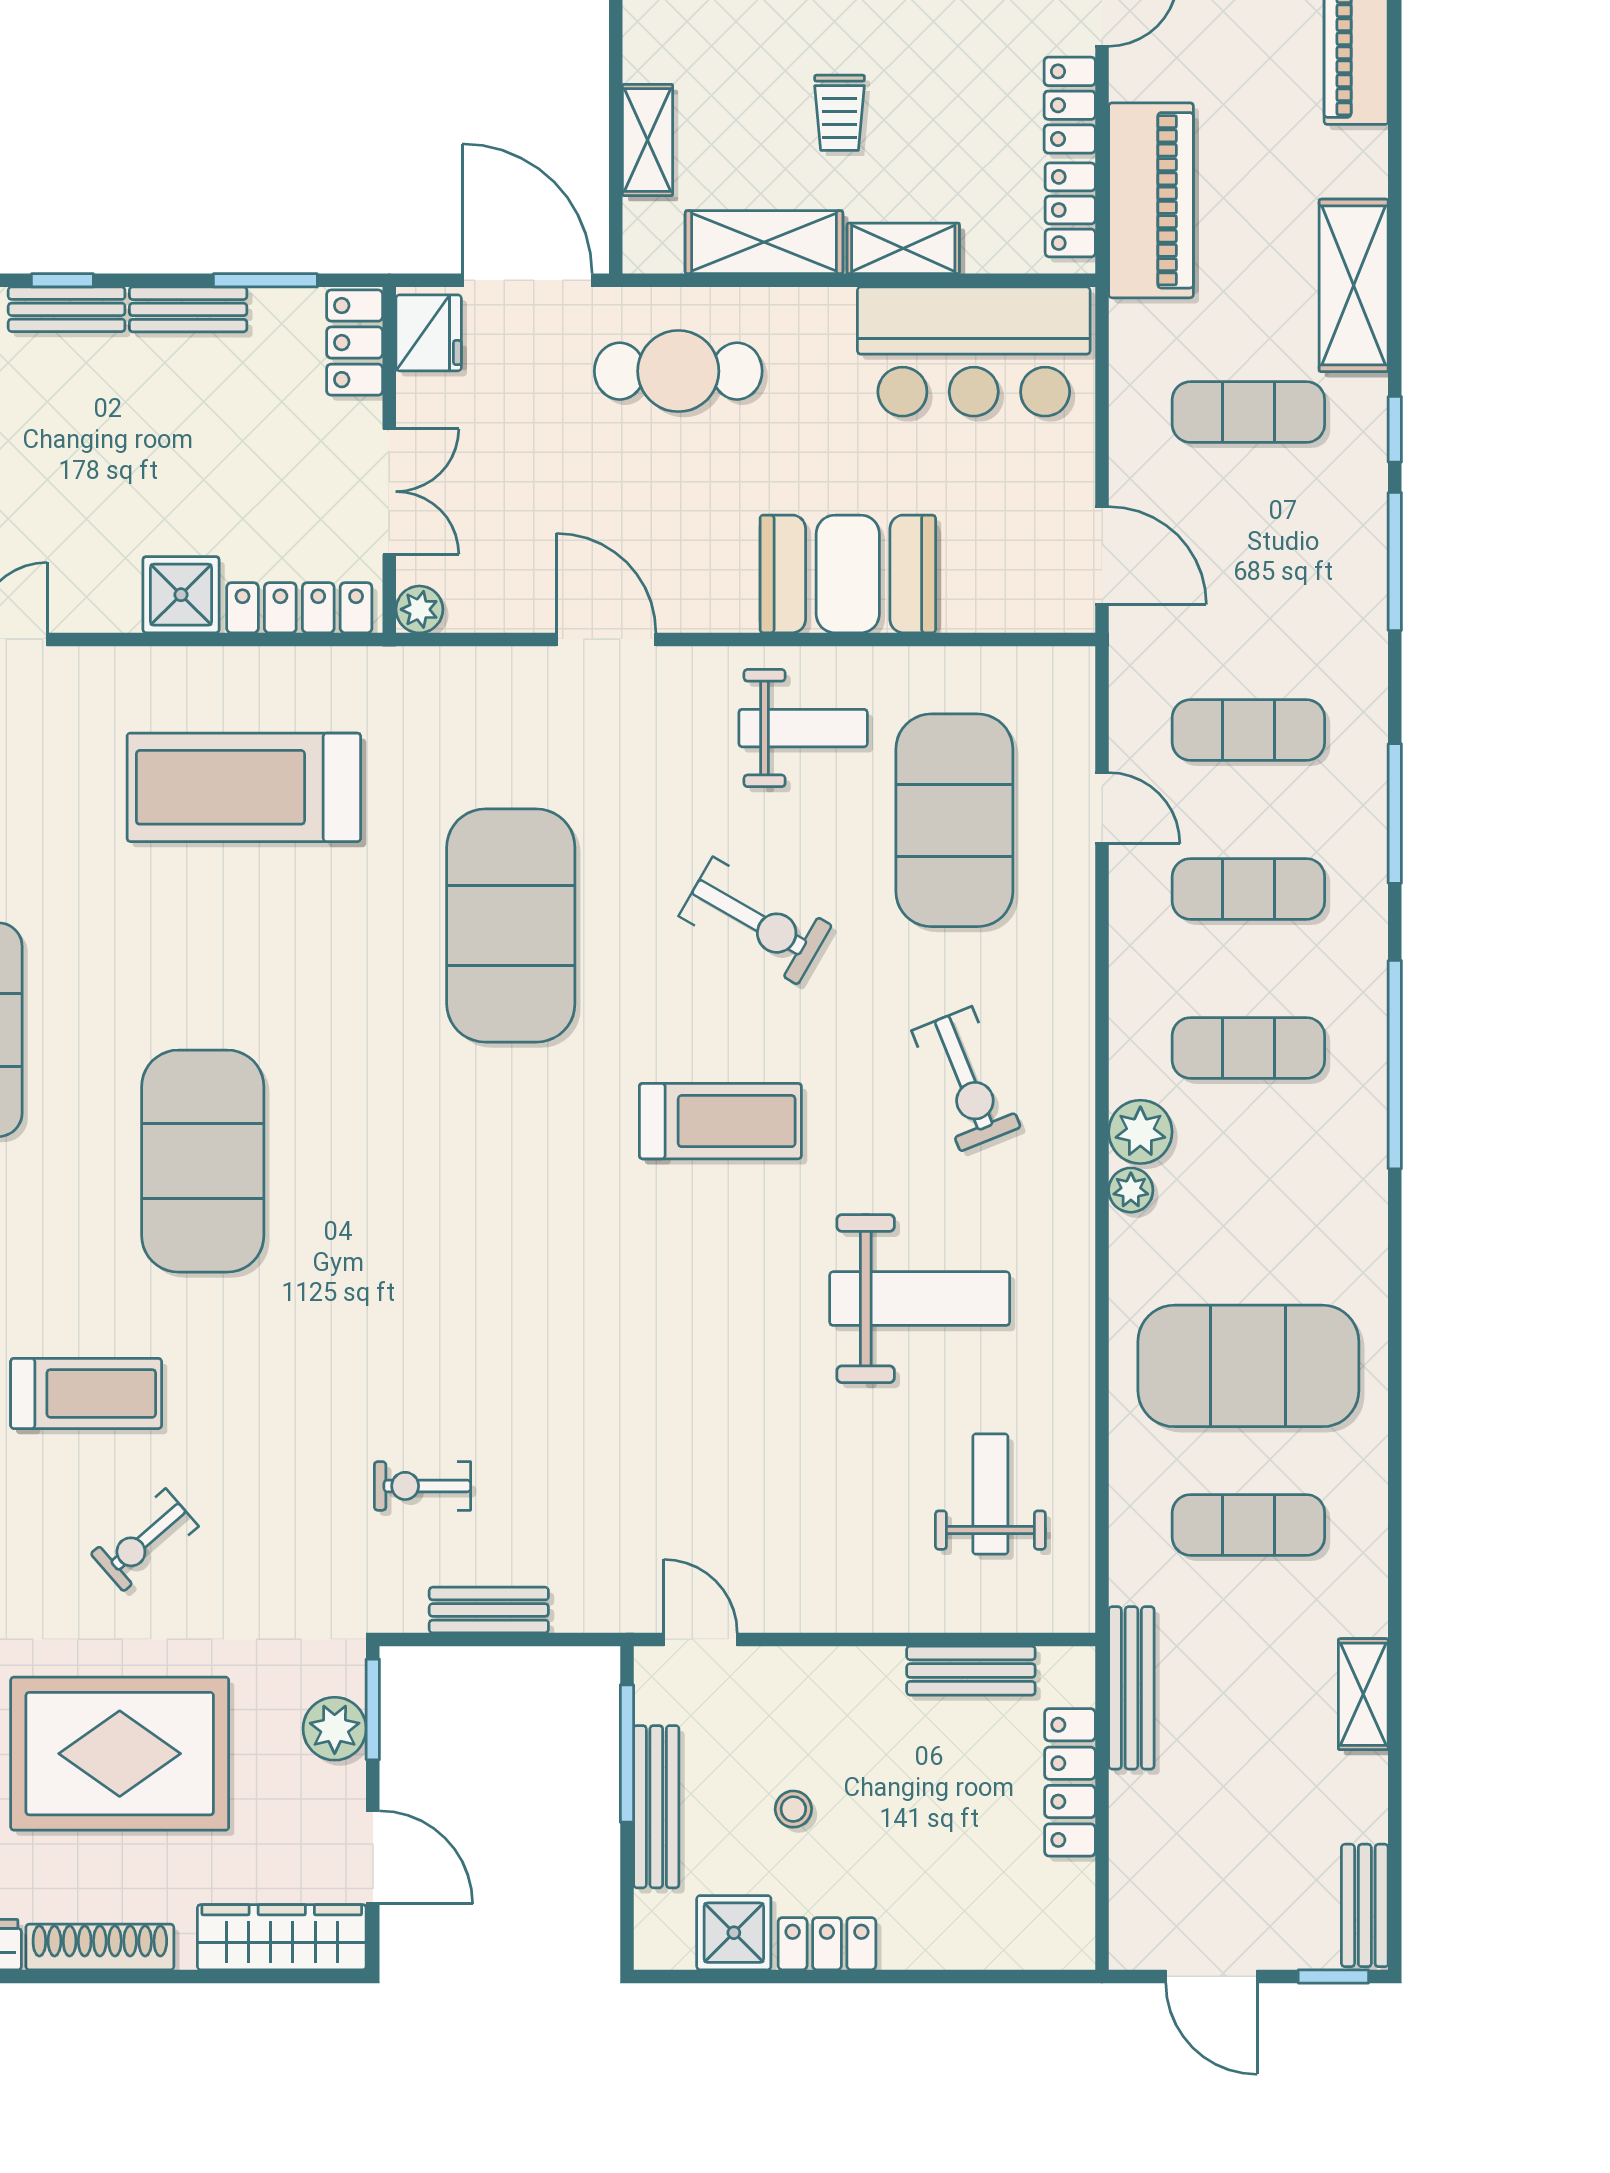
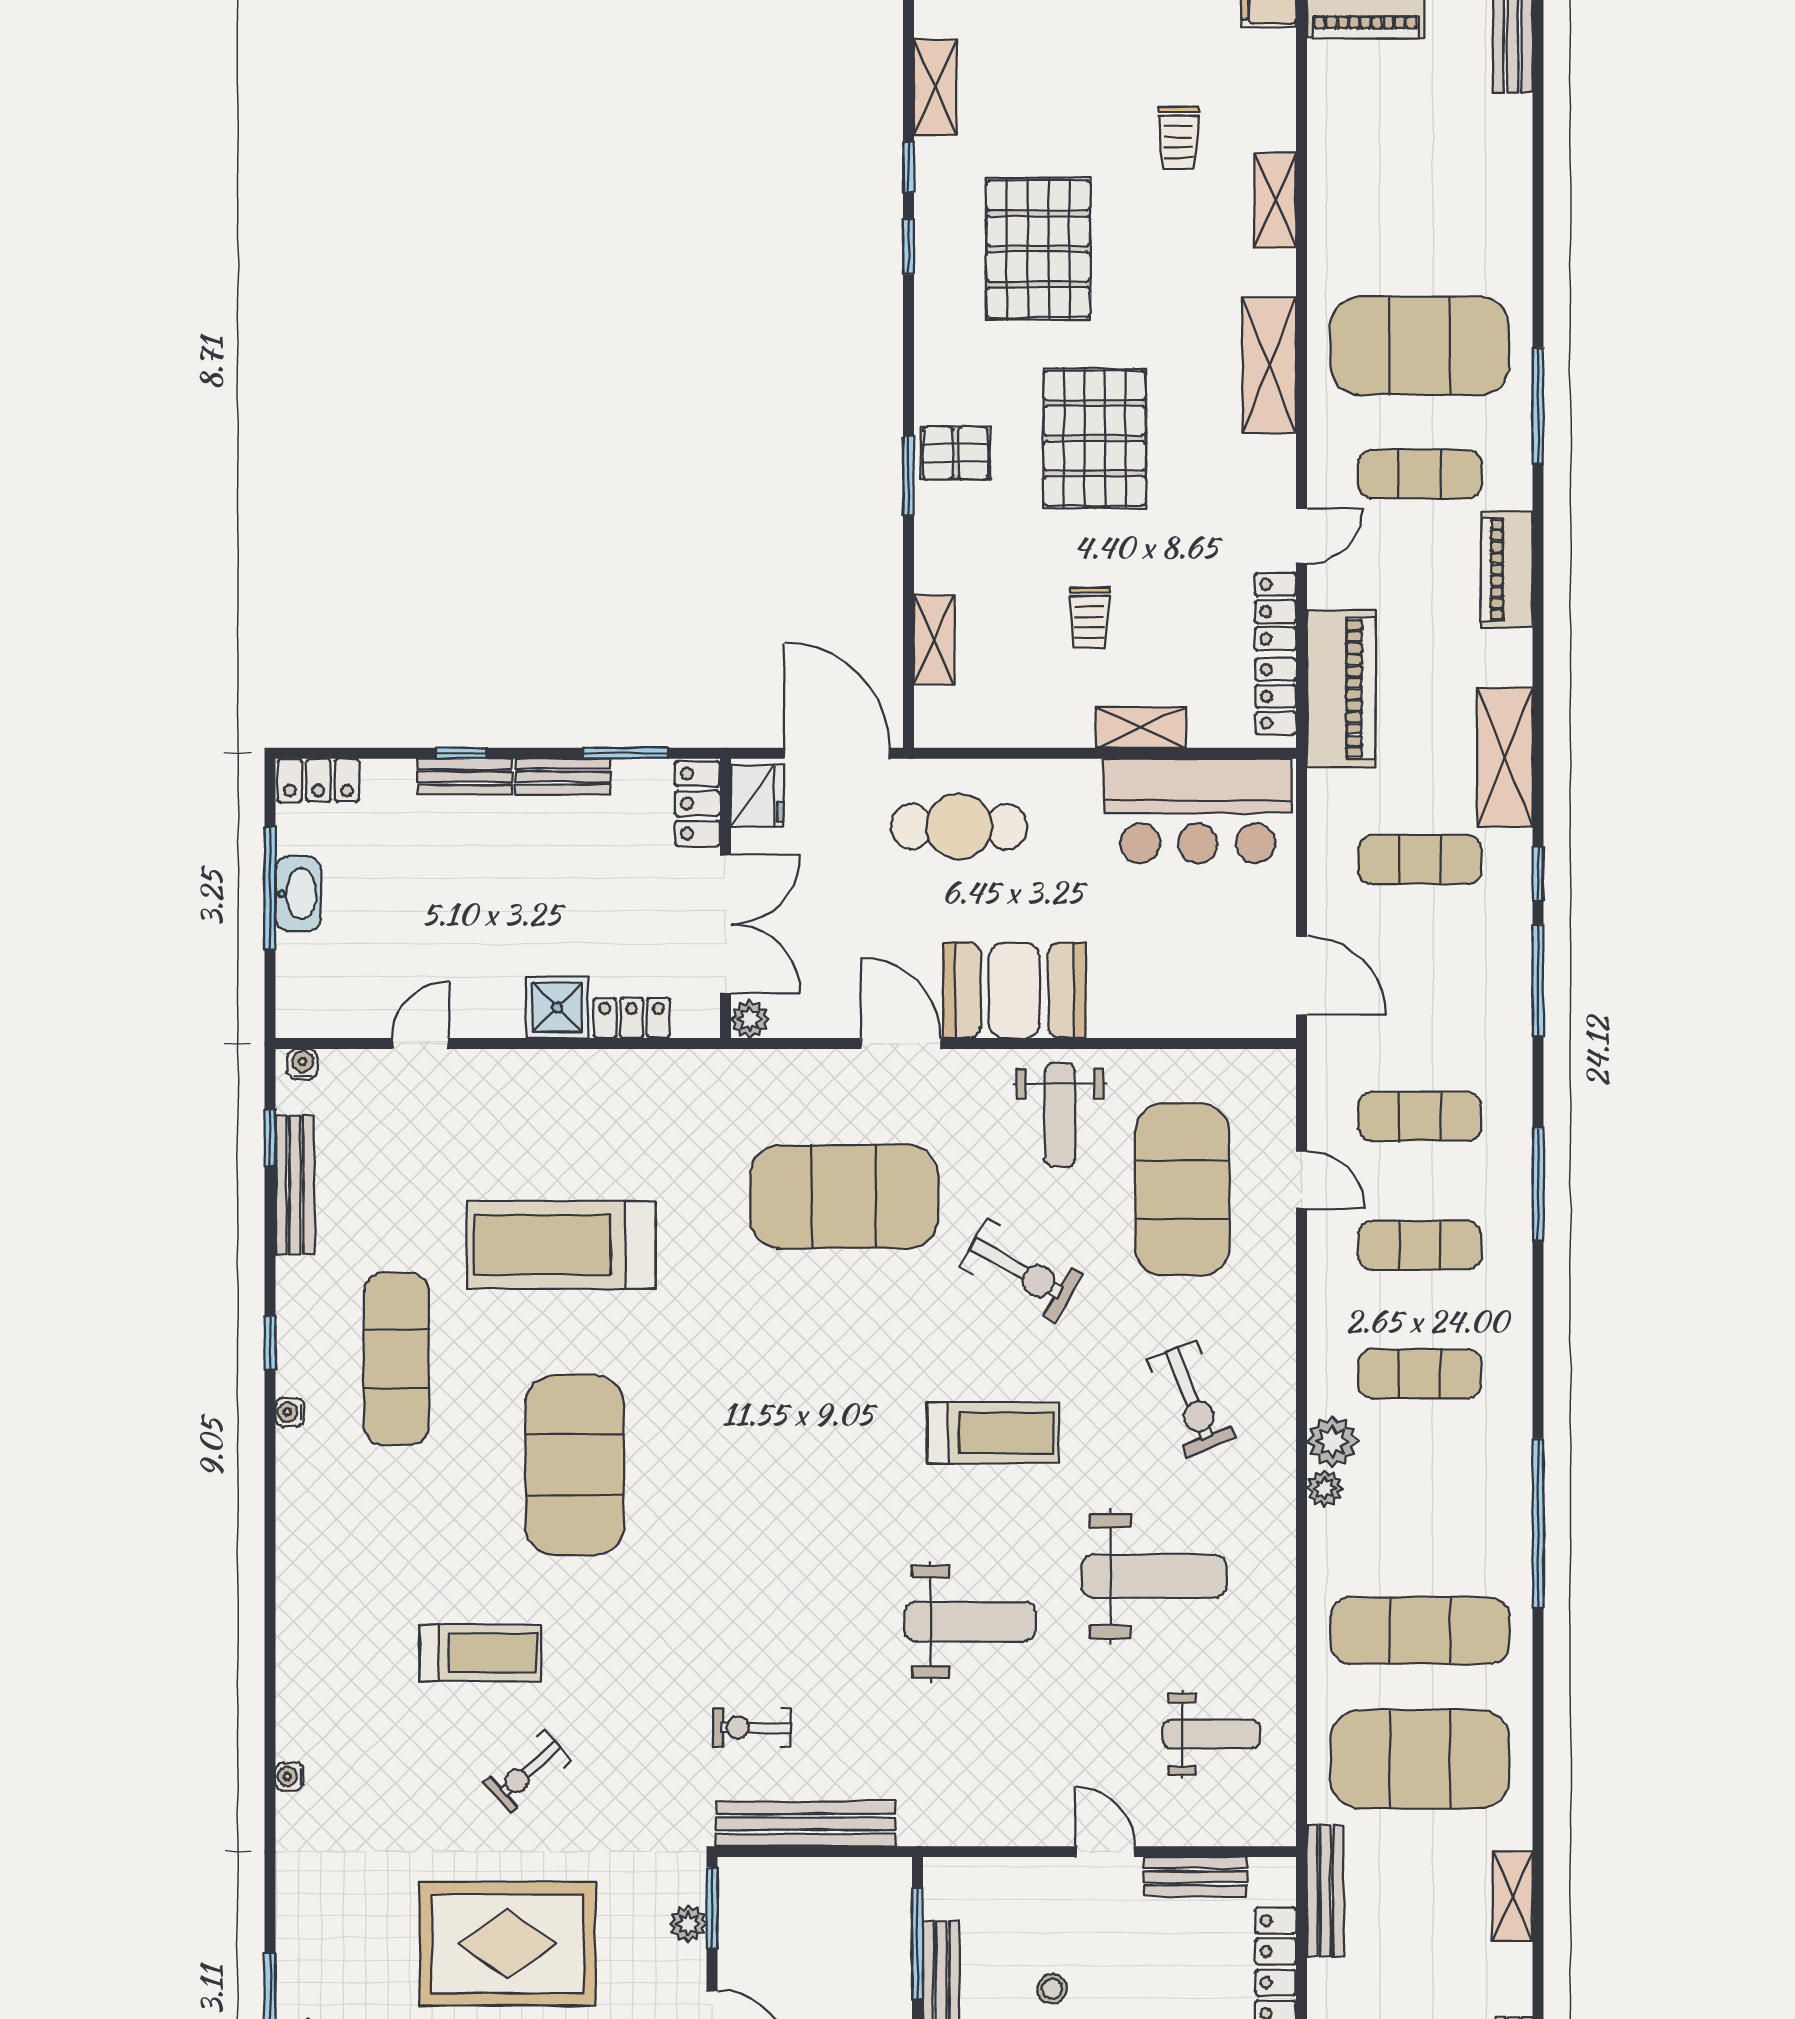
shelving: (764, 242) -> (1028, 722), removed
double door: (389, 492) -> (725, 924), width x1.37
booth: (848, 574) -> (1014, 990), moved
locker: (299, 608) -> (632, 1018), width x0.66
weight bench: (803, 728) -> (1060, 1115), turned 90
treadmill: (244, 787) -> (561, 1245), moved
exercise mat: (511, 926) -> (844, 1197), moved, turned 90
window: (1395, 1065) -> (1538, 1523), moved
weight bench: (692, 1355) -> (970, 1622), added
exercise mat: (1248, 1366) -> (1420, 1631), width x0.68
weight bench: (990, 1494) -> (1211, 1734), turned 90
exercise mat: (1248, 1525) -> (1420, 1759), width x2.00, depth x1.45
bench: (489, 1610) -> (806, 1824), width x1.86, depth x1.21
door: (701, 1639) -> (1105, 1852), moved
plant: (335, 1729) -> (688, 1924), width x0.73, depth x0.73

